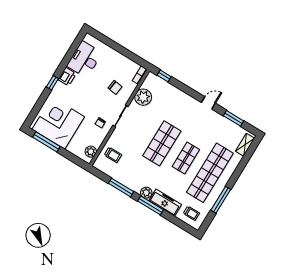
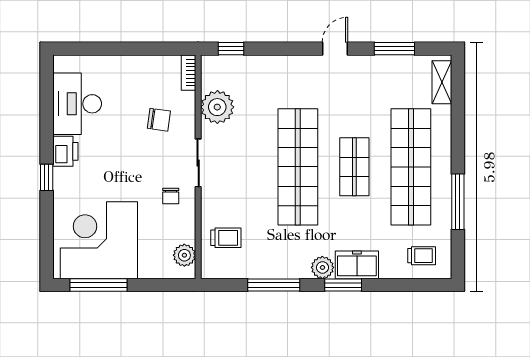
shop shelf: (162, 143) -> (298, 167), width x1.40
freezer: (165, 203) -> (357, 265), width x0.71
window: (150, 205) -> (343, 285), width x0.69

